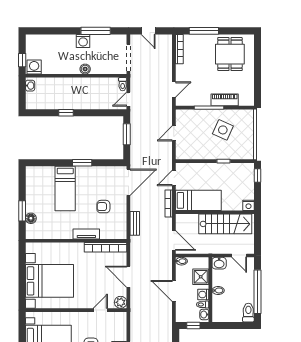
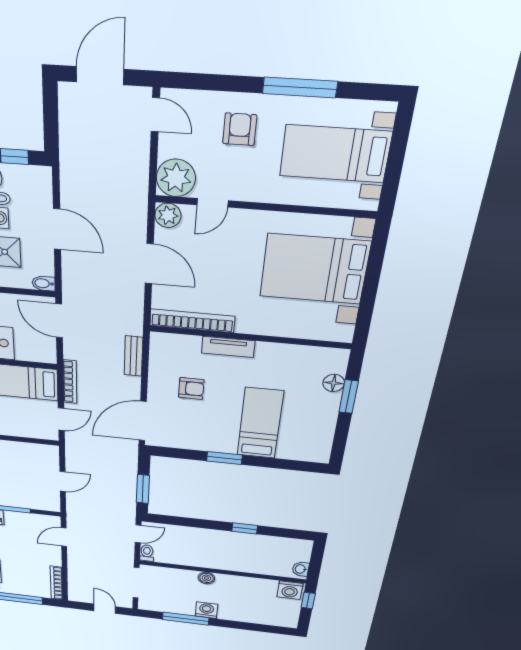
plant: (118, 321) -> (176, 178), added

